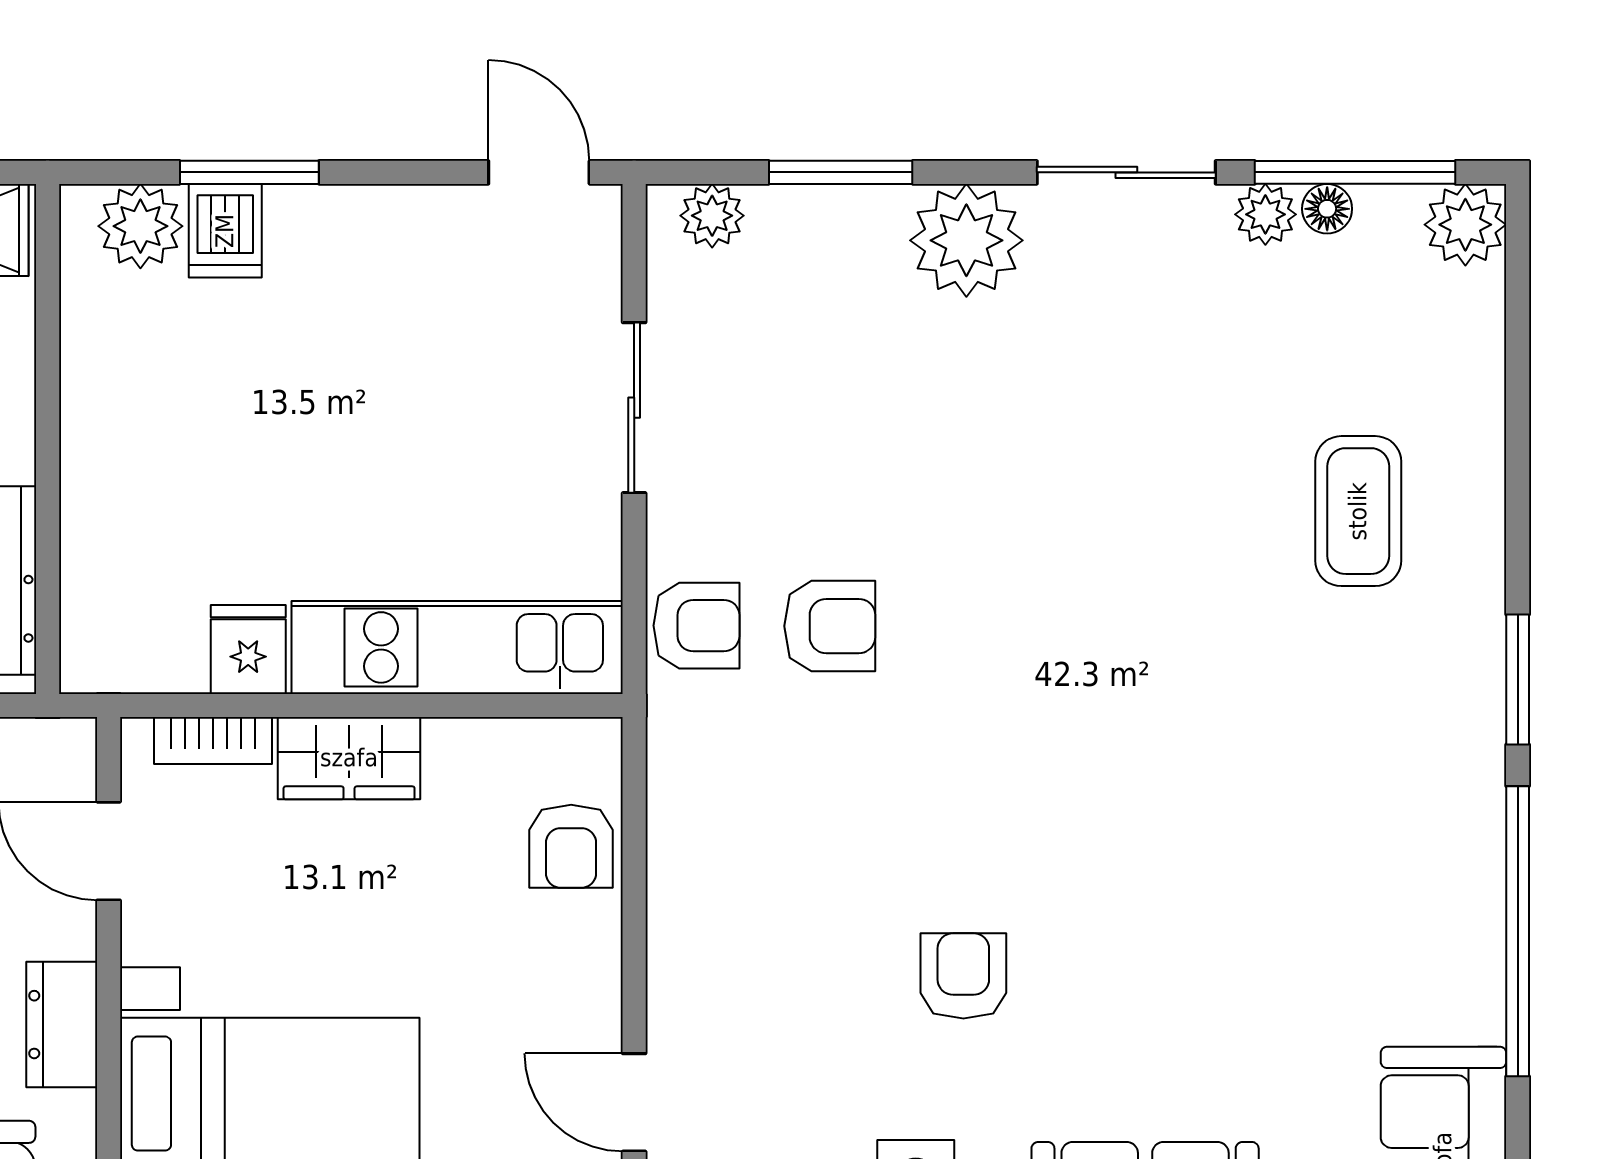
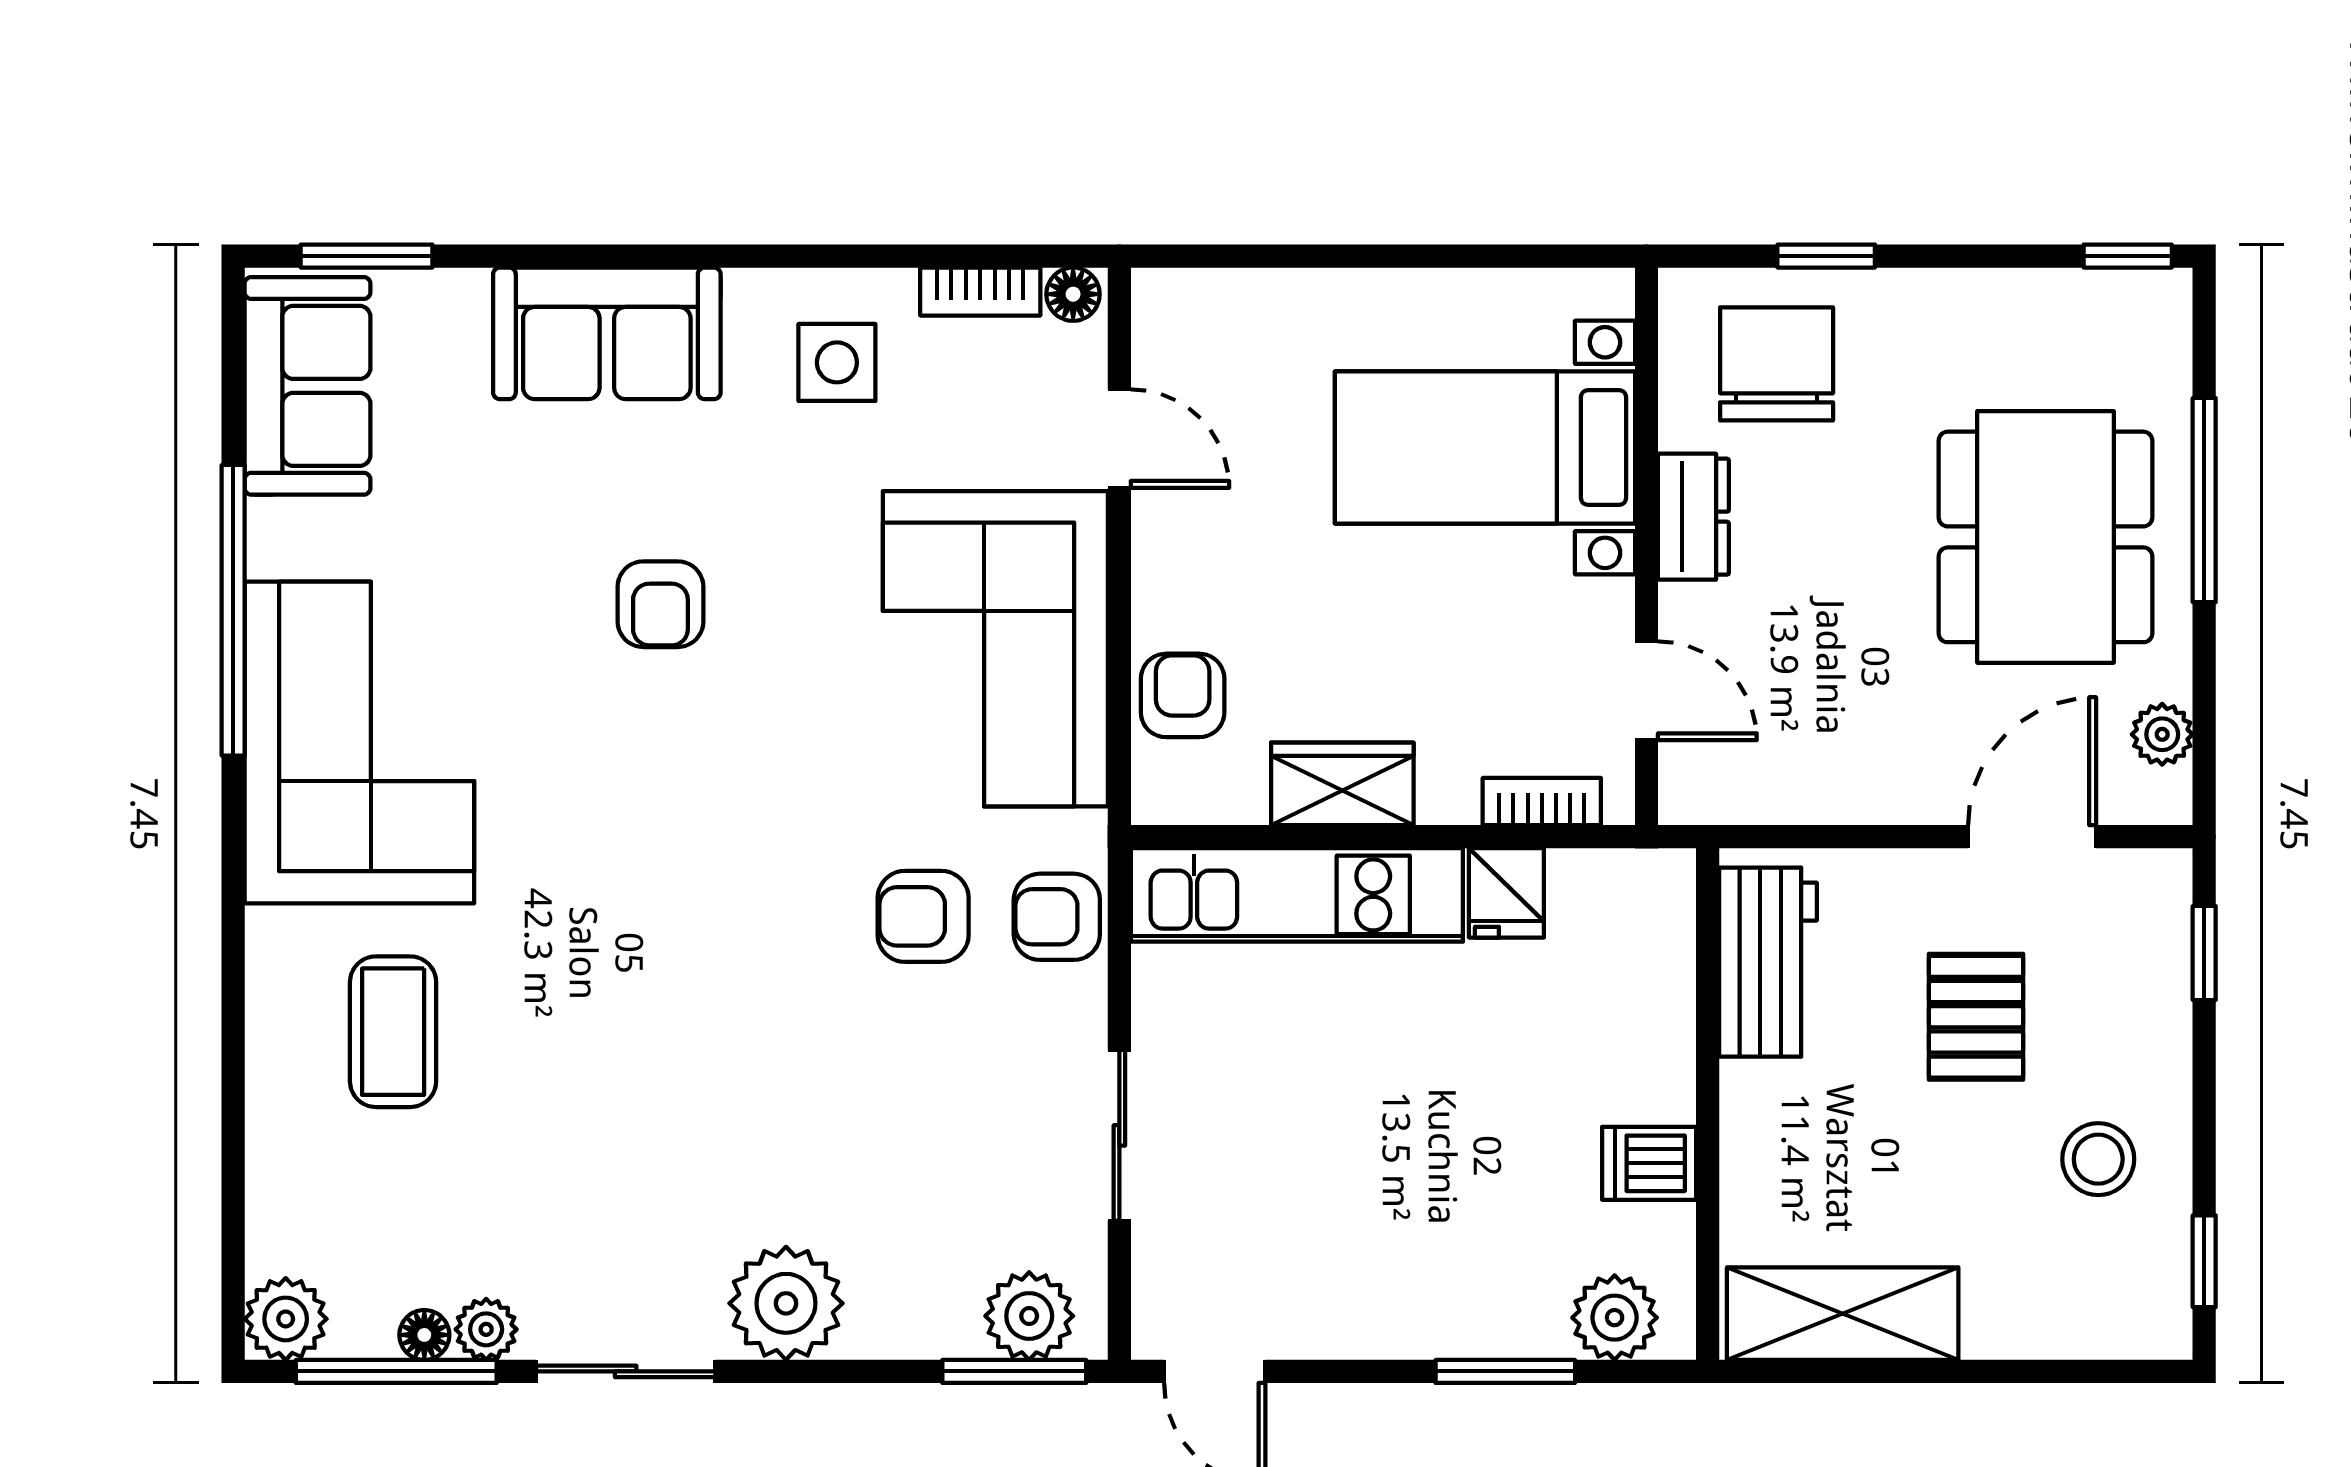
window: (841, 172) -> (1014, 1371), moved
plant: (712, 216) -> (1029, 1316), width x1.38, depth x1.38
dishwasher: (225, 231) -> (1649, 1163), moved, turned -90
window: (1518, 680) -> (233, 863), removed
wardrobe: (349, 758) -> (1342, 784), moved
corner sofa: (1392, 799) -> (359, 742), added
corner sofa: (758, 893) -> (995, 649), added
armchair: (963, 976) -> (660, 604), moved

